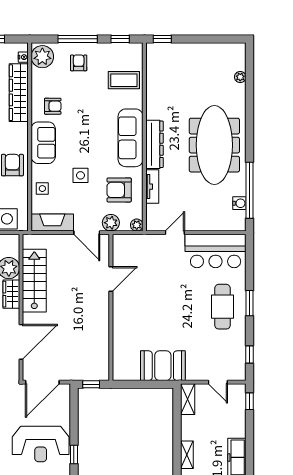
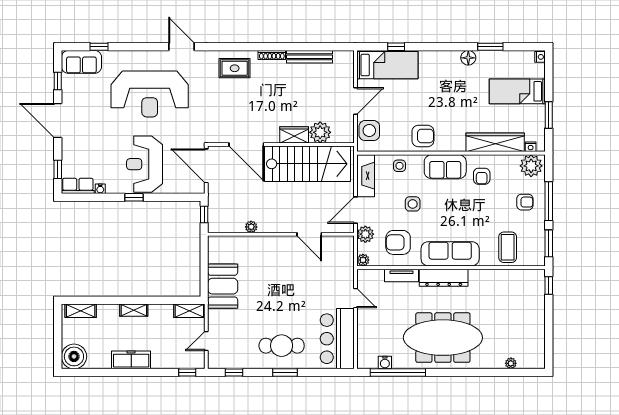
window: (120, 39) -> (549, 243), width x1.50
armchair: (119, 190) -> (398, 242), turned -90
stairs: (34, 281) -> (308, 164), width x1.36, depth x1.51
plant: (103, 337) -> (251, 227), added

